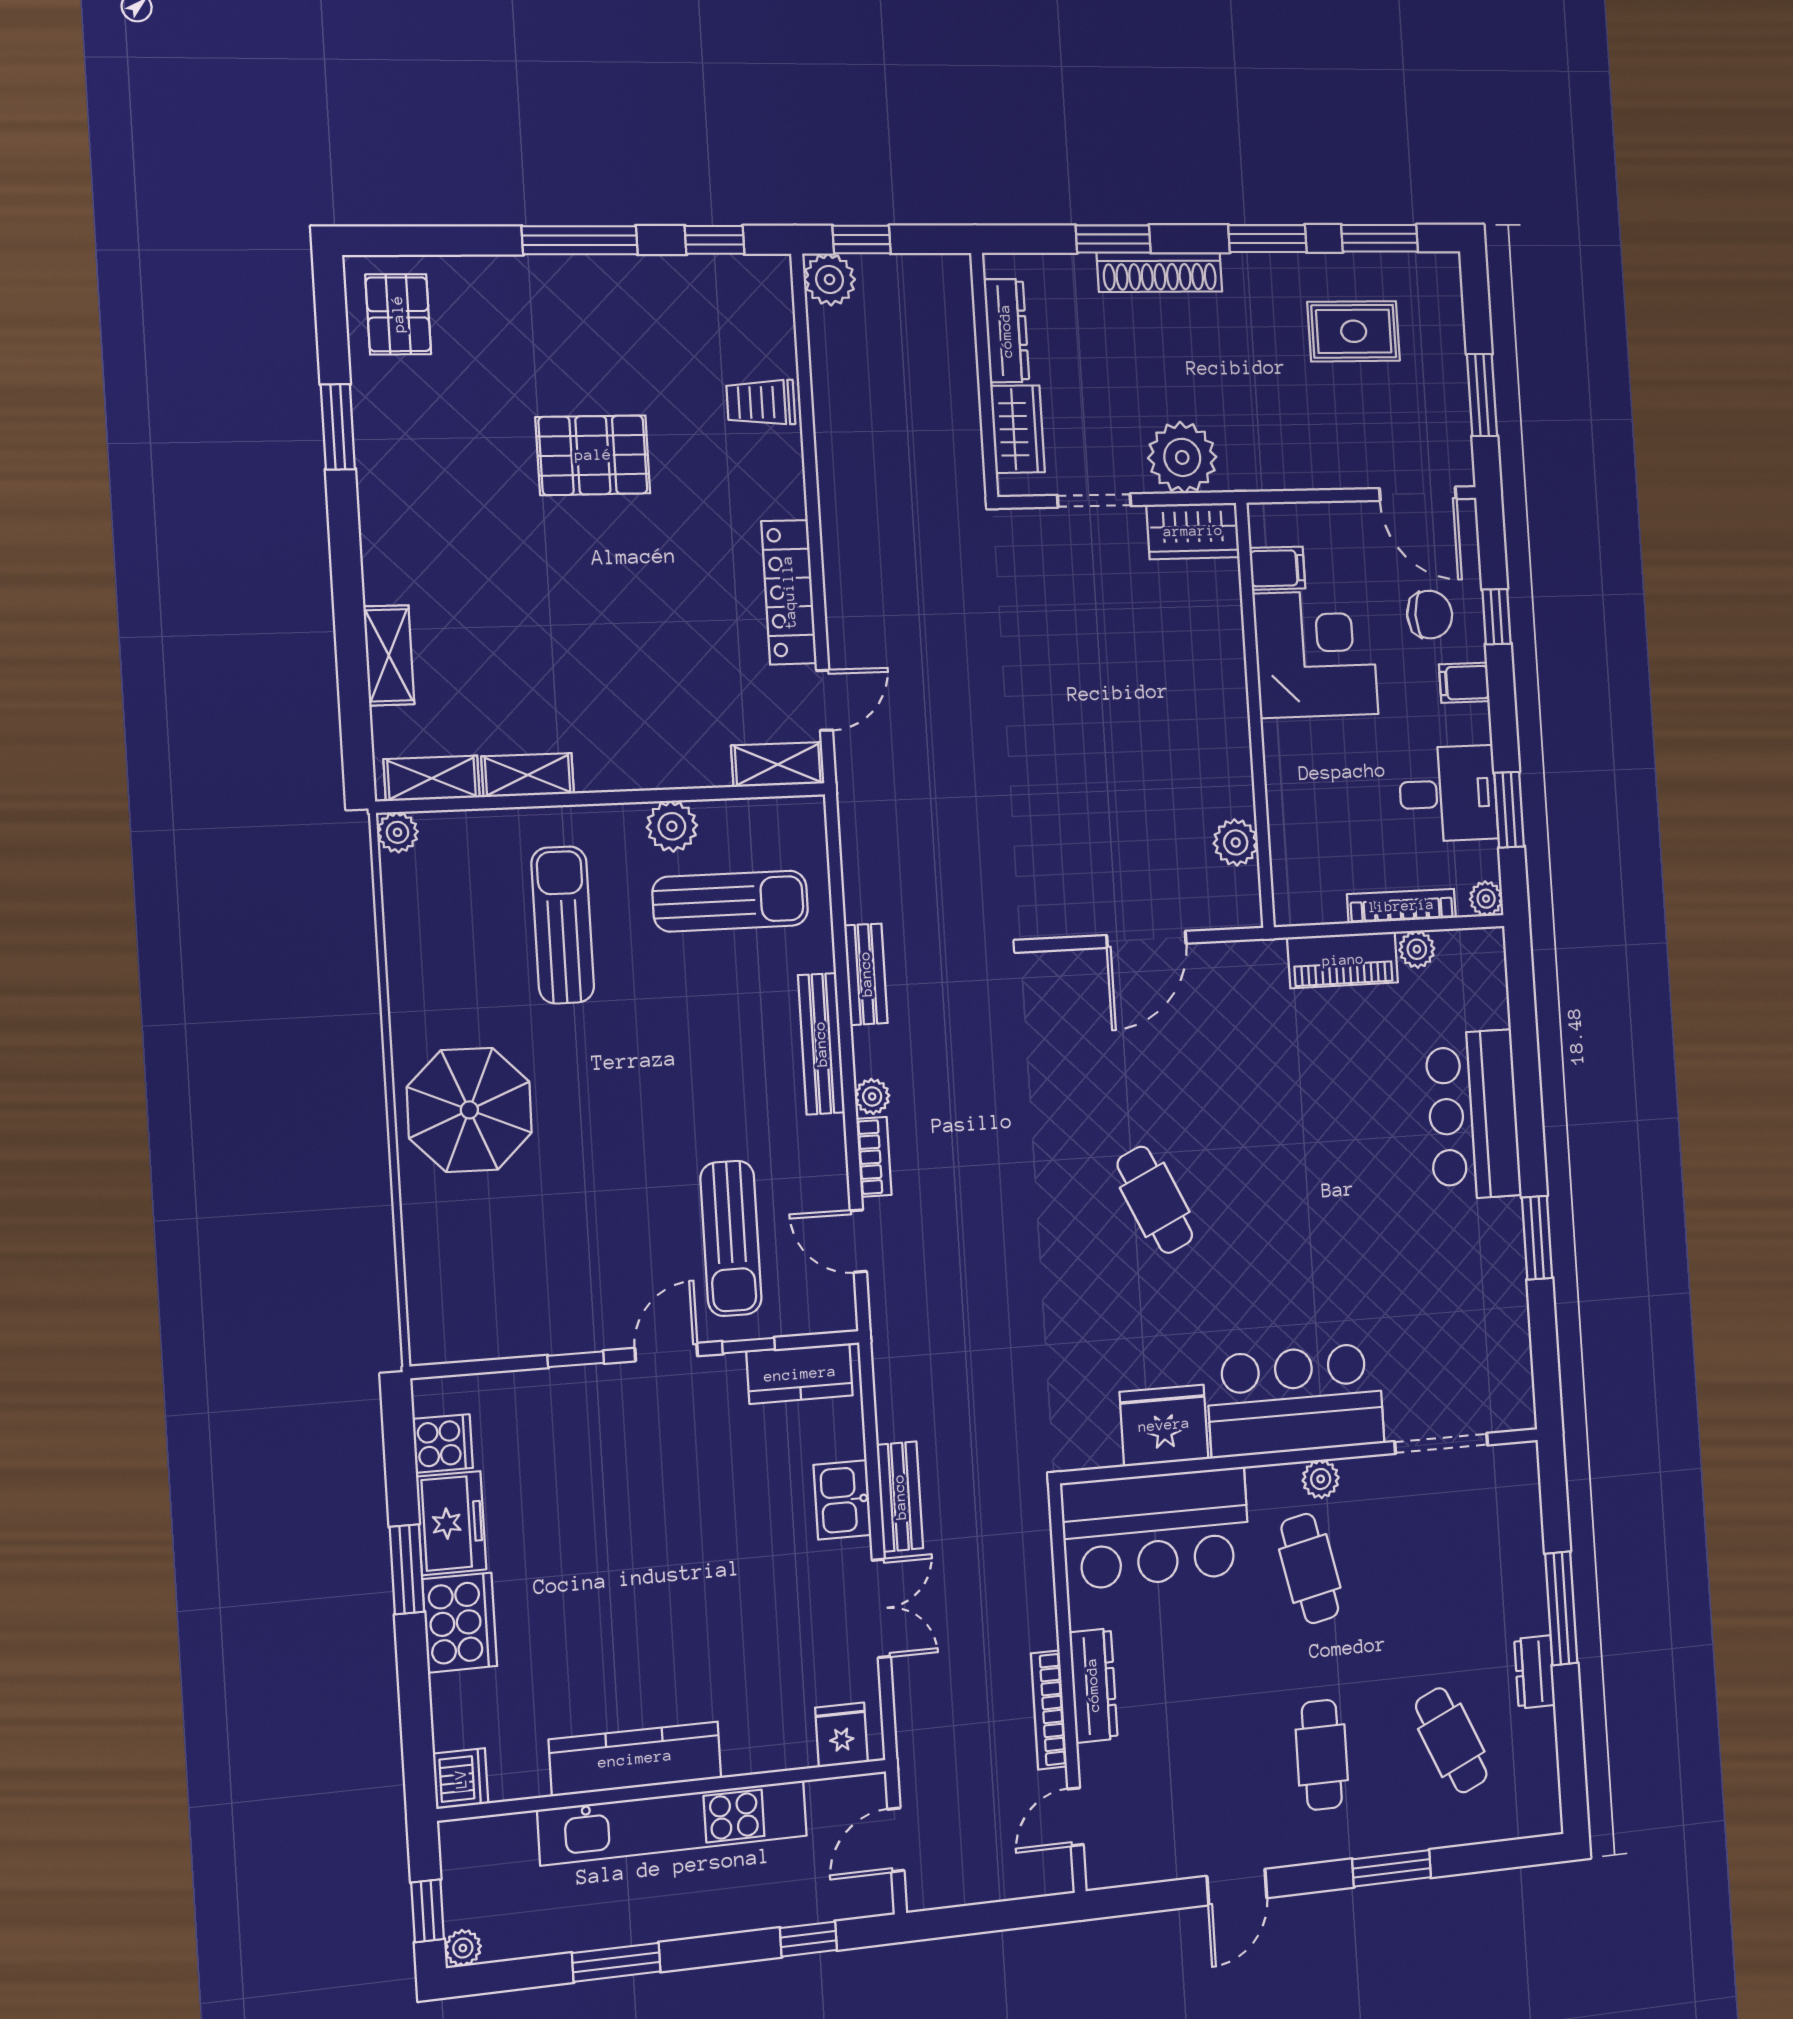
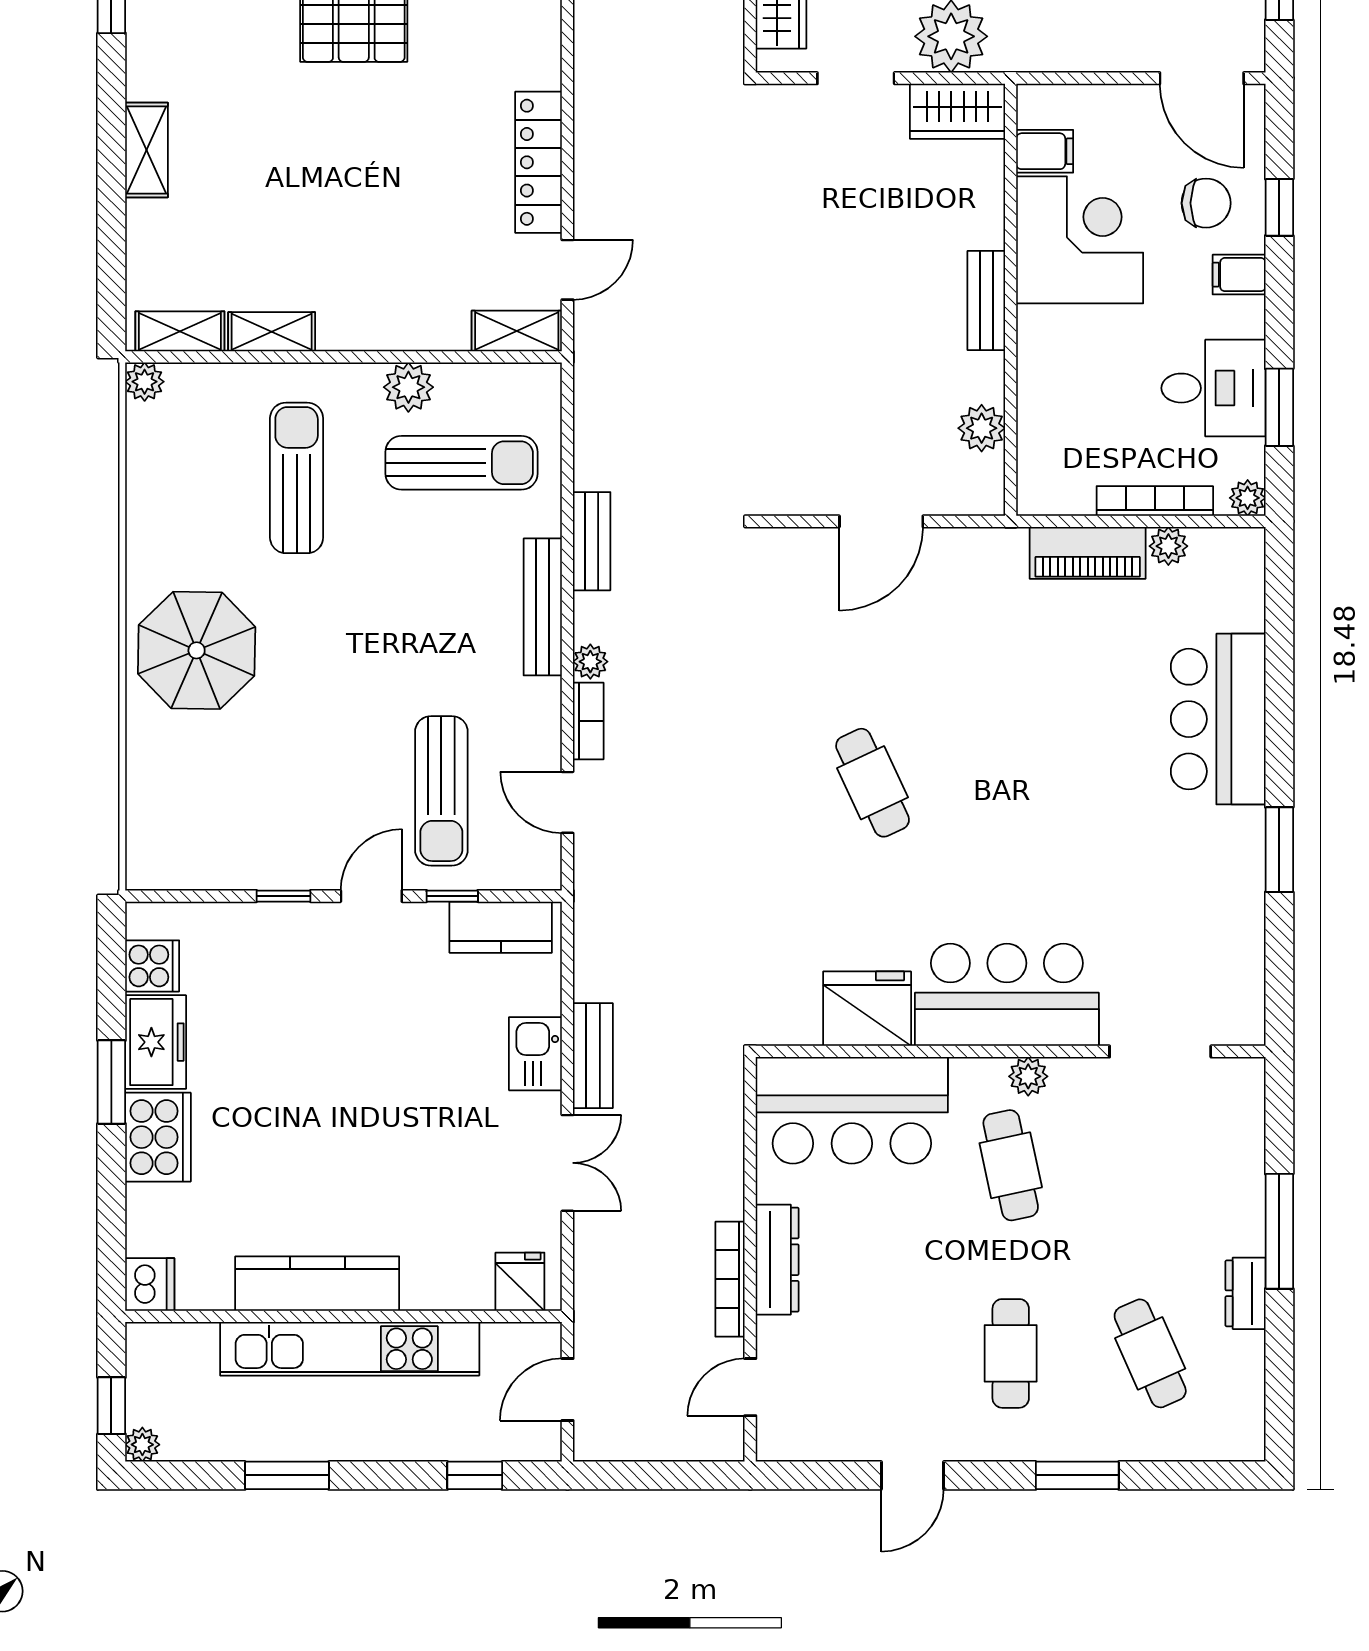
shelving: (389, 655) -> (146, 150), moved
bench: (1232, 717) -> (986, 301), added

